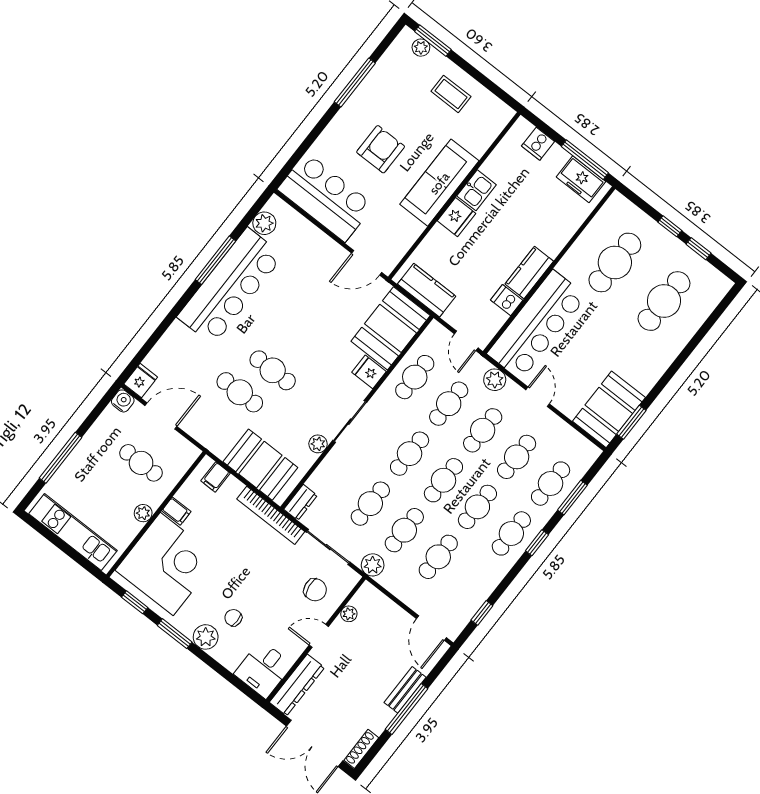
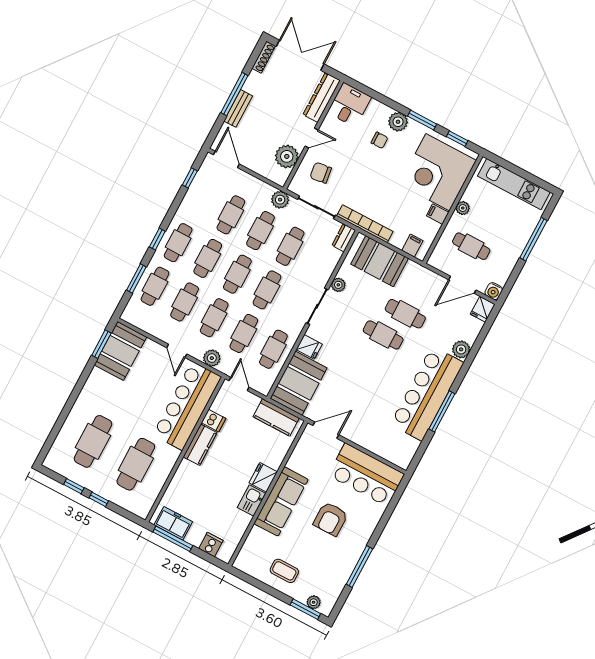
plant: (264, 223) -> (461, 349), moved
plant: (349, 614) -> (287, 156), width x1.87, depth x1.87

